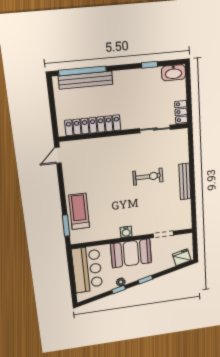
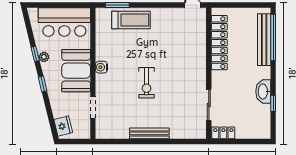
washbasin: (173, 73) -> (263, 91), moved
exercise bike: (148, 177) -> (146, 83), moved

